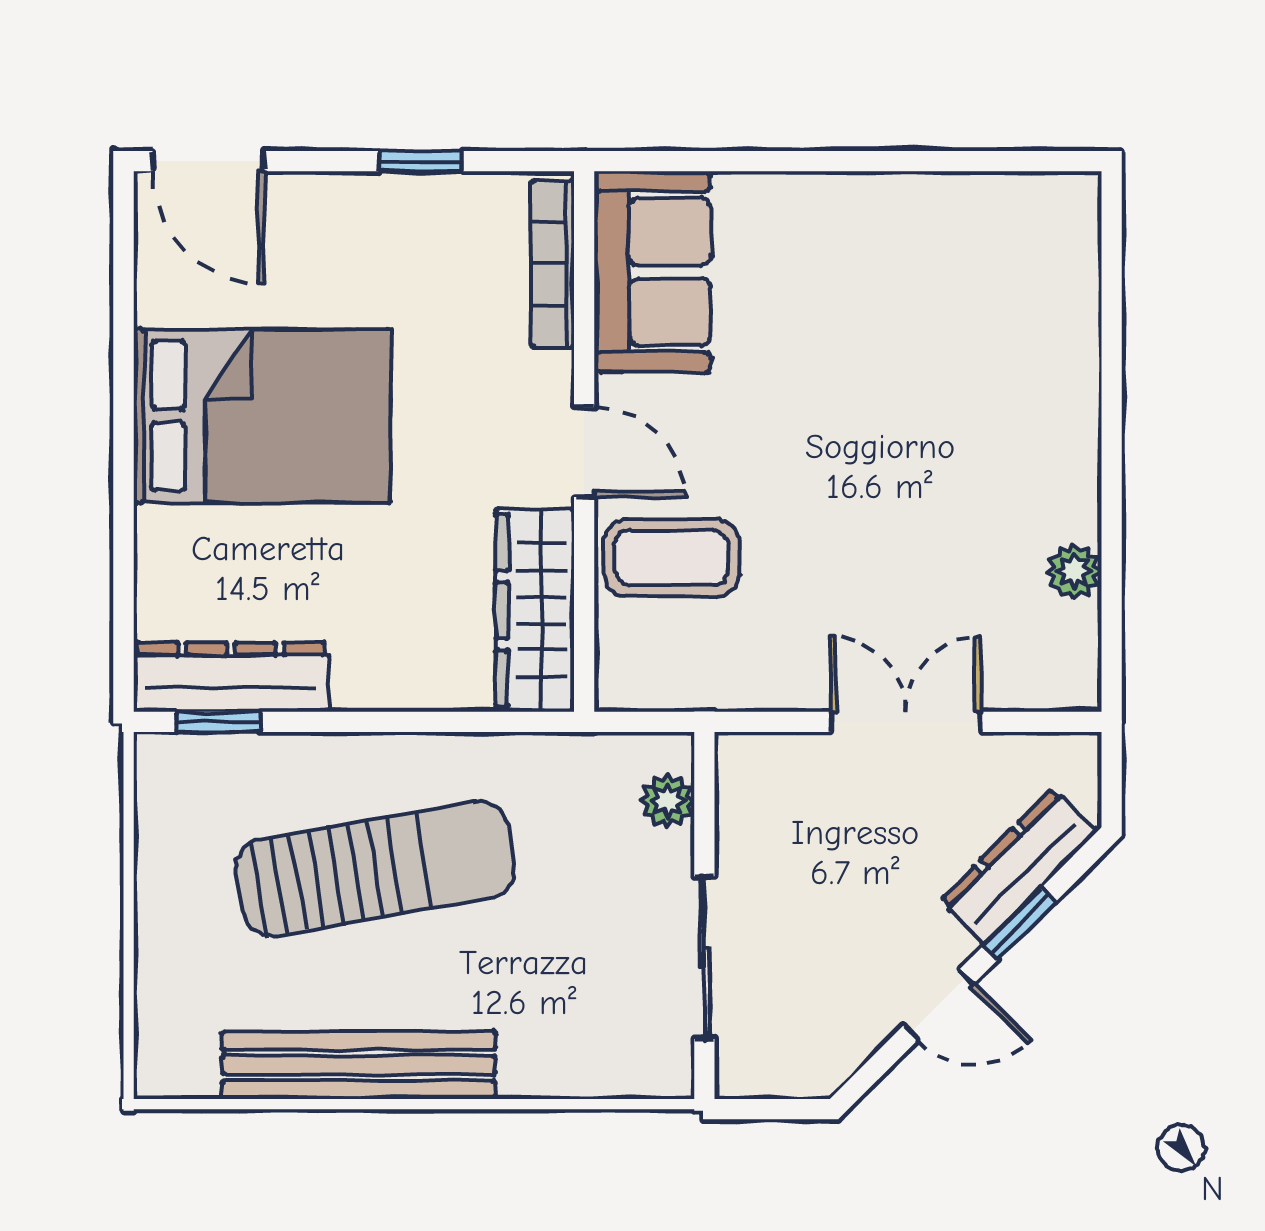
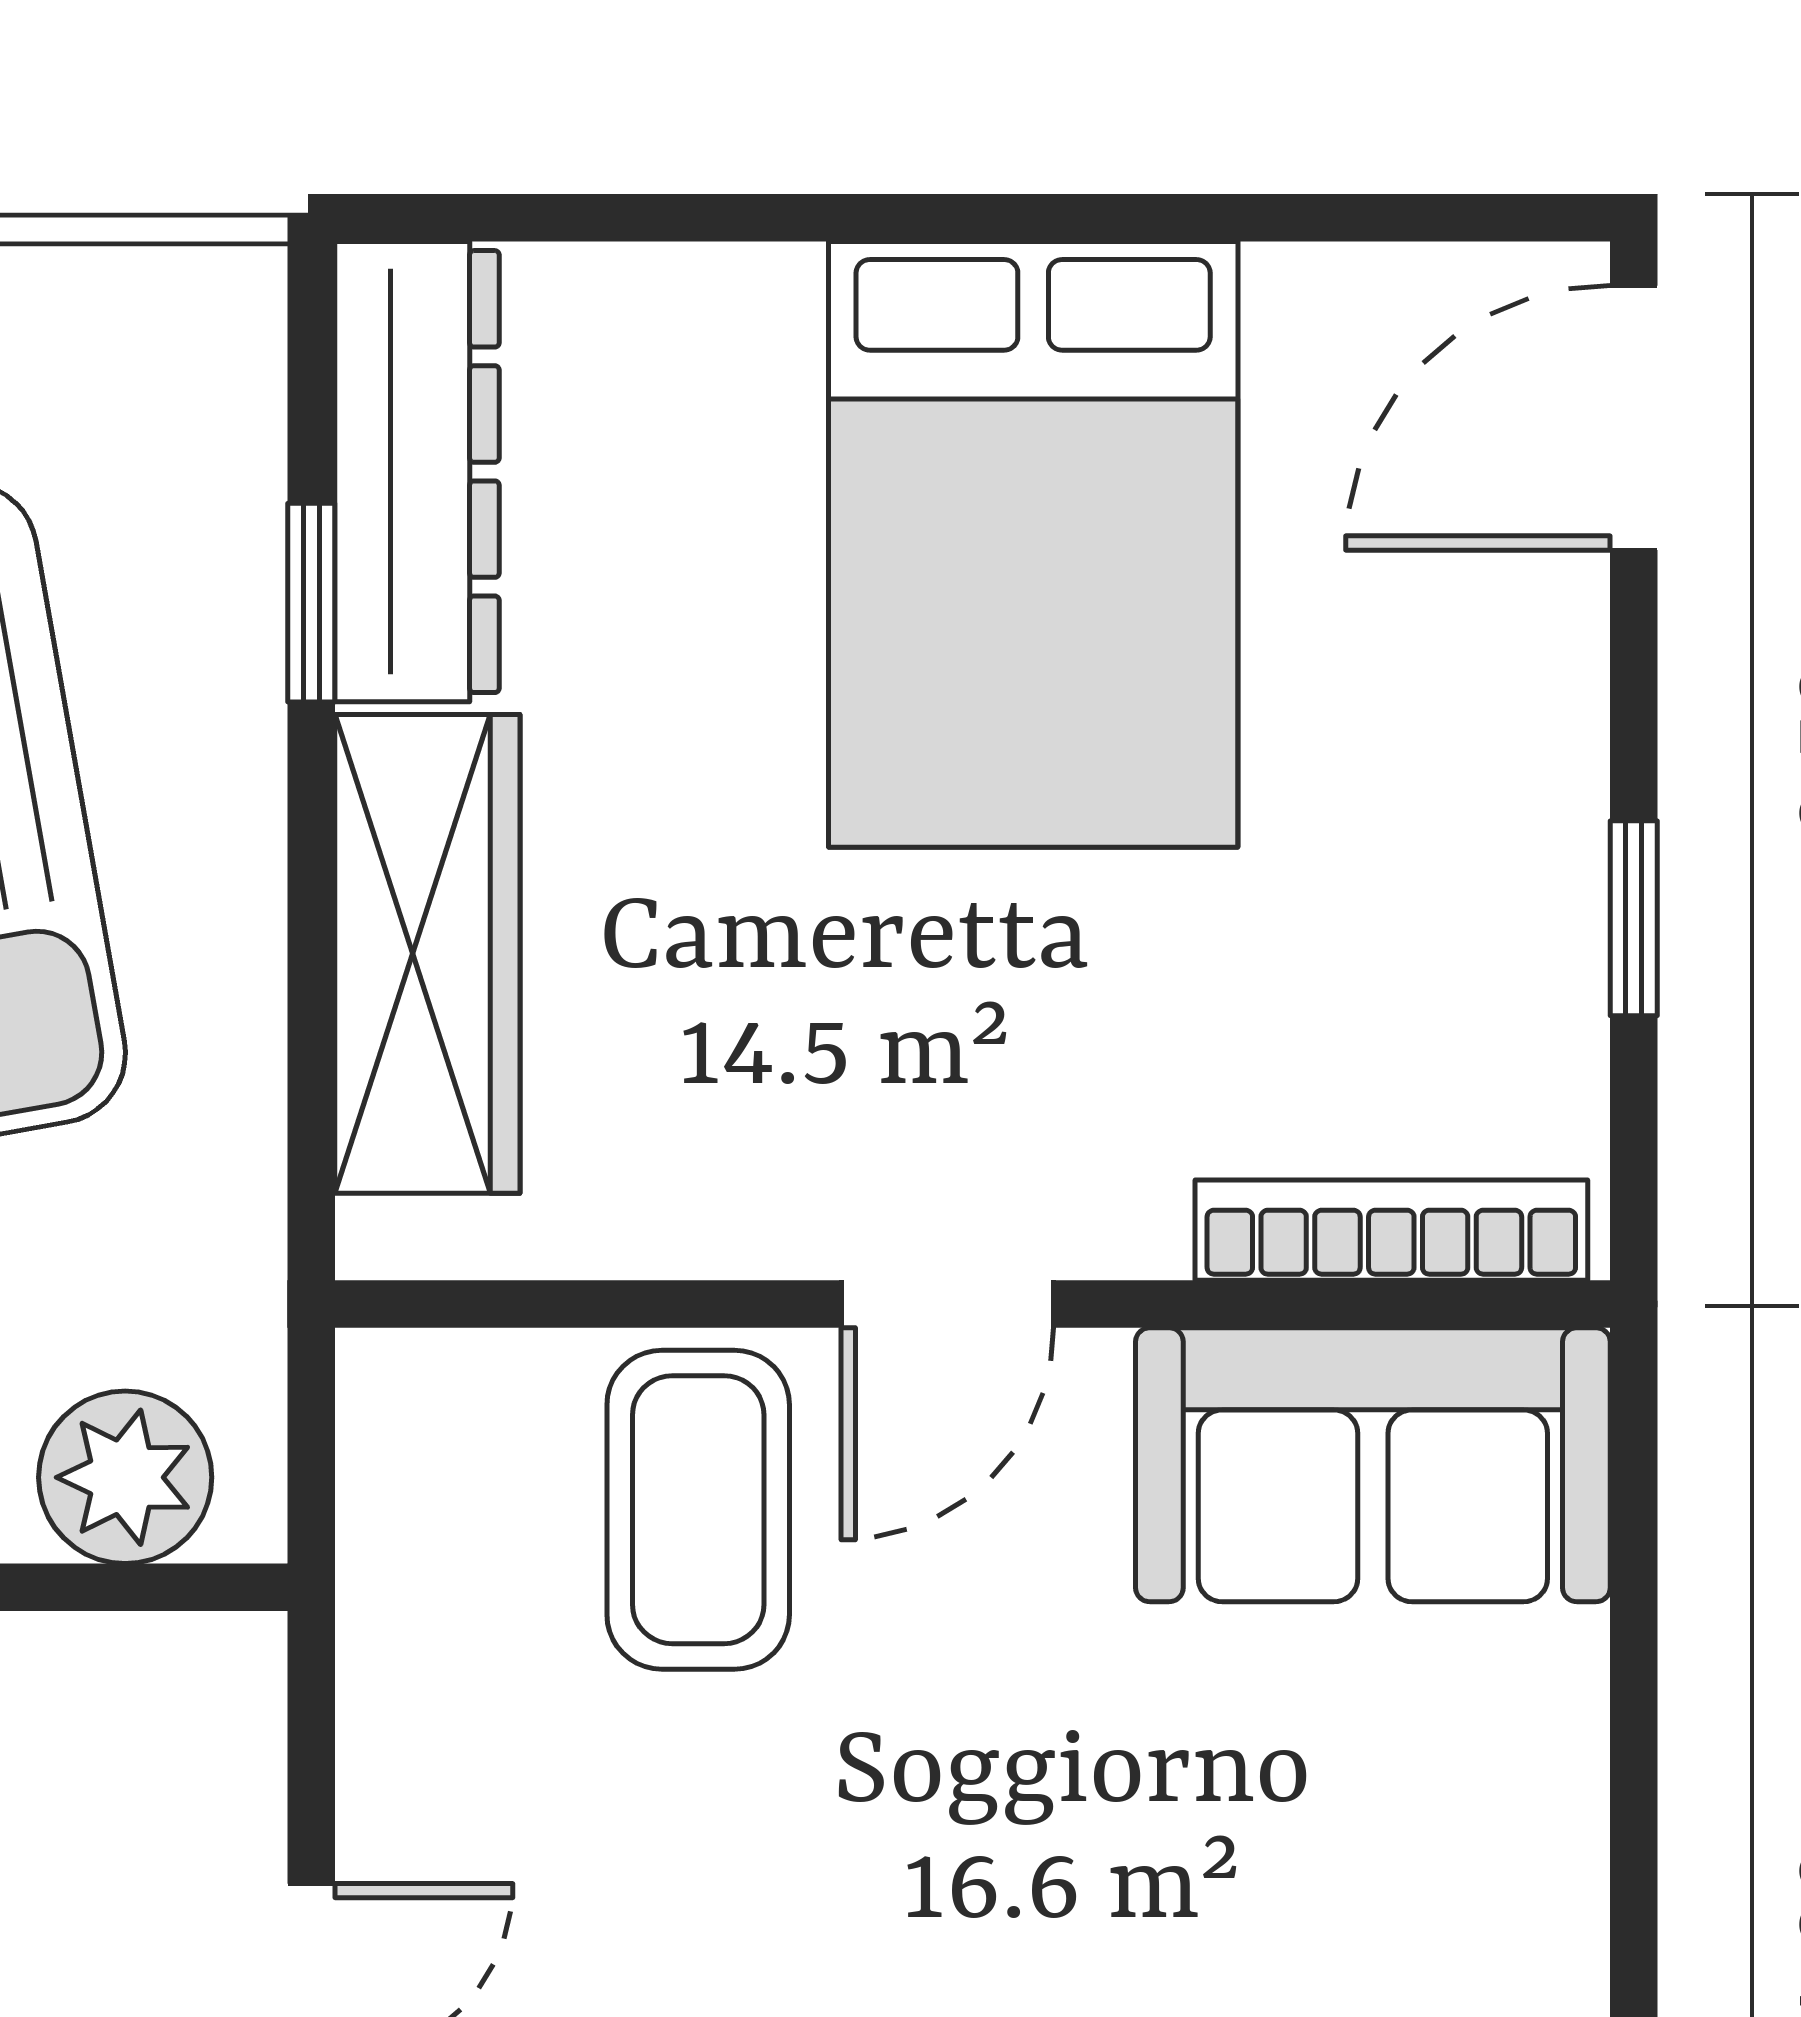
wardrobe: (535, 610) -> (427, 954), moved, turned 90
window: (218, 722) -> (311, 603), moved
plant: (668, 801) -> (125, 1477), width x1.38, depth x1.38

